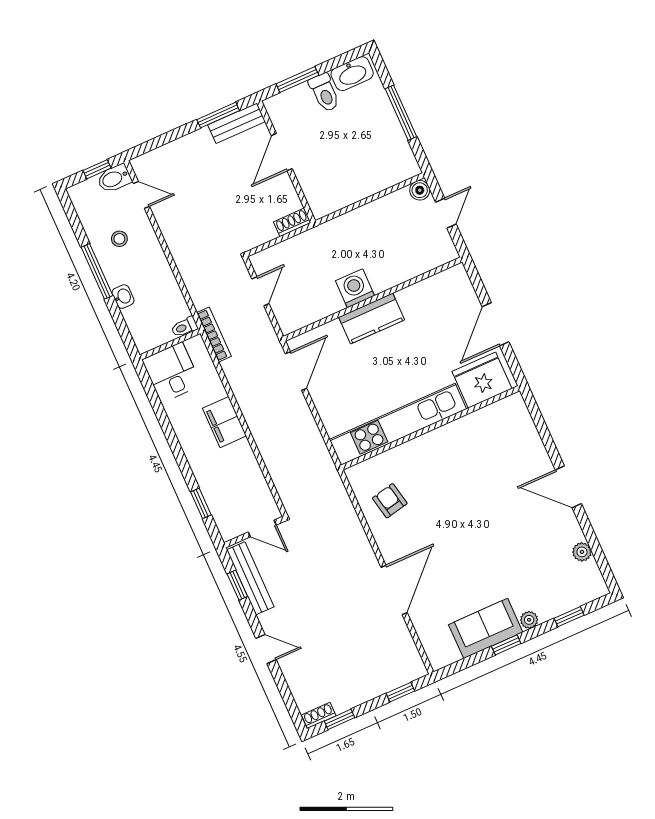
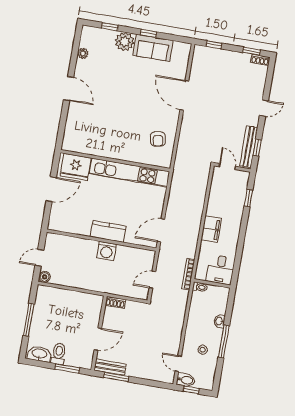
door: (394, 590) -> (184, 95), hinge flipped
plant: (529, 620) -> (125, 42), width x1.88, depth x1.88
door: (266, 649) -> (264, 108), swing flipped

